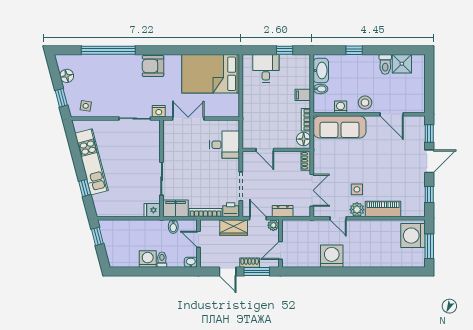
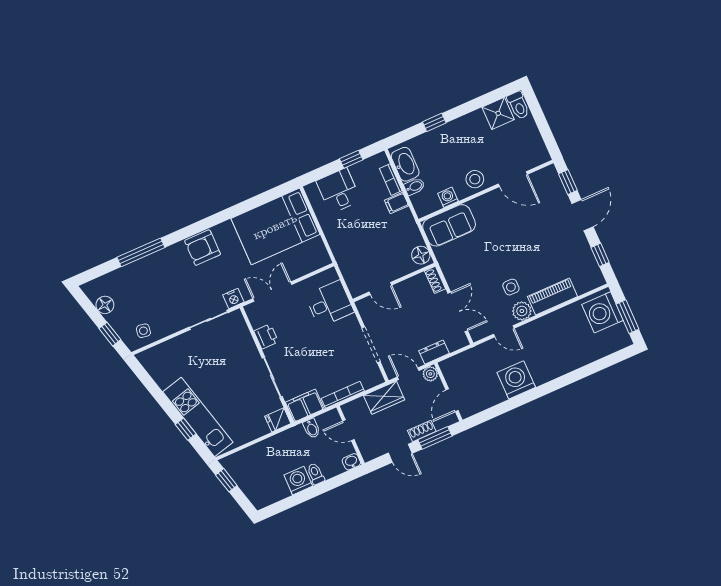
window: (108, 50) -> (141, 252), width x0.68
toilet: (385, 64) -> (518, 105), moved
bookcase: (306, 120) -> (391, 180), moved
sofa: (340, 127) -> (449, 225), width x0.73
kitchen unit: (91, 162) -> (198, 417), moved
printer: (231, 210) -> (266, 336), moved, turned 90

